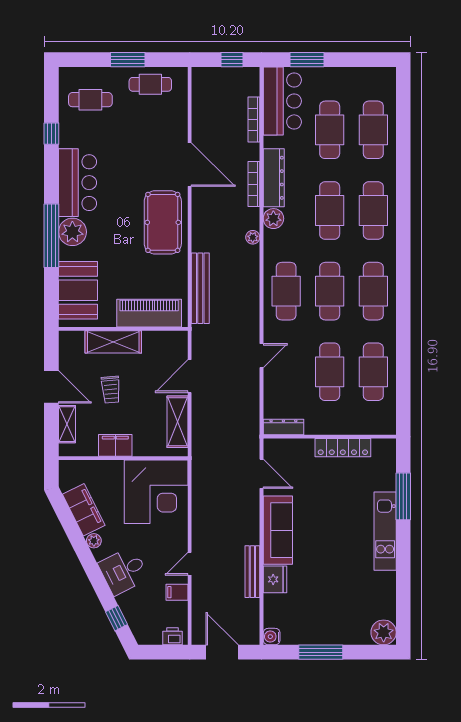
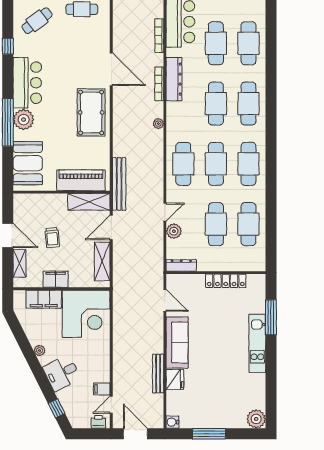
cafe table: (90, 100) -> (37, 21), turned -37
plant: (273, 219) -> (174, 231), moved
bench: (200, 288) -> (119, 184), moved
shelving: (113, 342) -> (89, 202), moved
filing cabinet: (84, 510) -> (44, 299), moved, turned 117
door: (190, 564) -> (111, 405), moved

